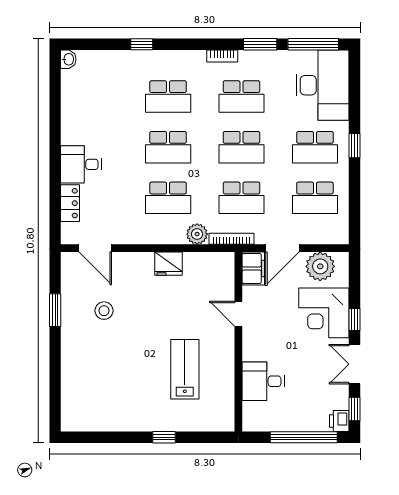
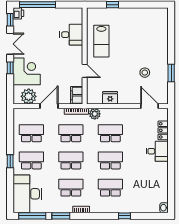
filing cabinet: (253, 268) -> (77, 95), moved
door: (238, 314) -> (85, 71), moved
wall: (238, 342) -> (85, 56), moved
desk: (263, 381) -> (71, 35), moved

